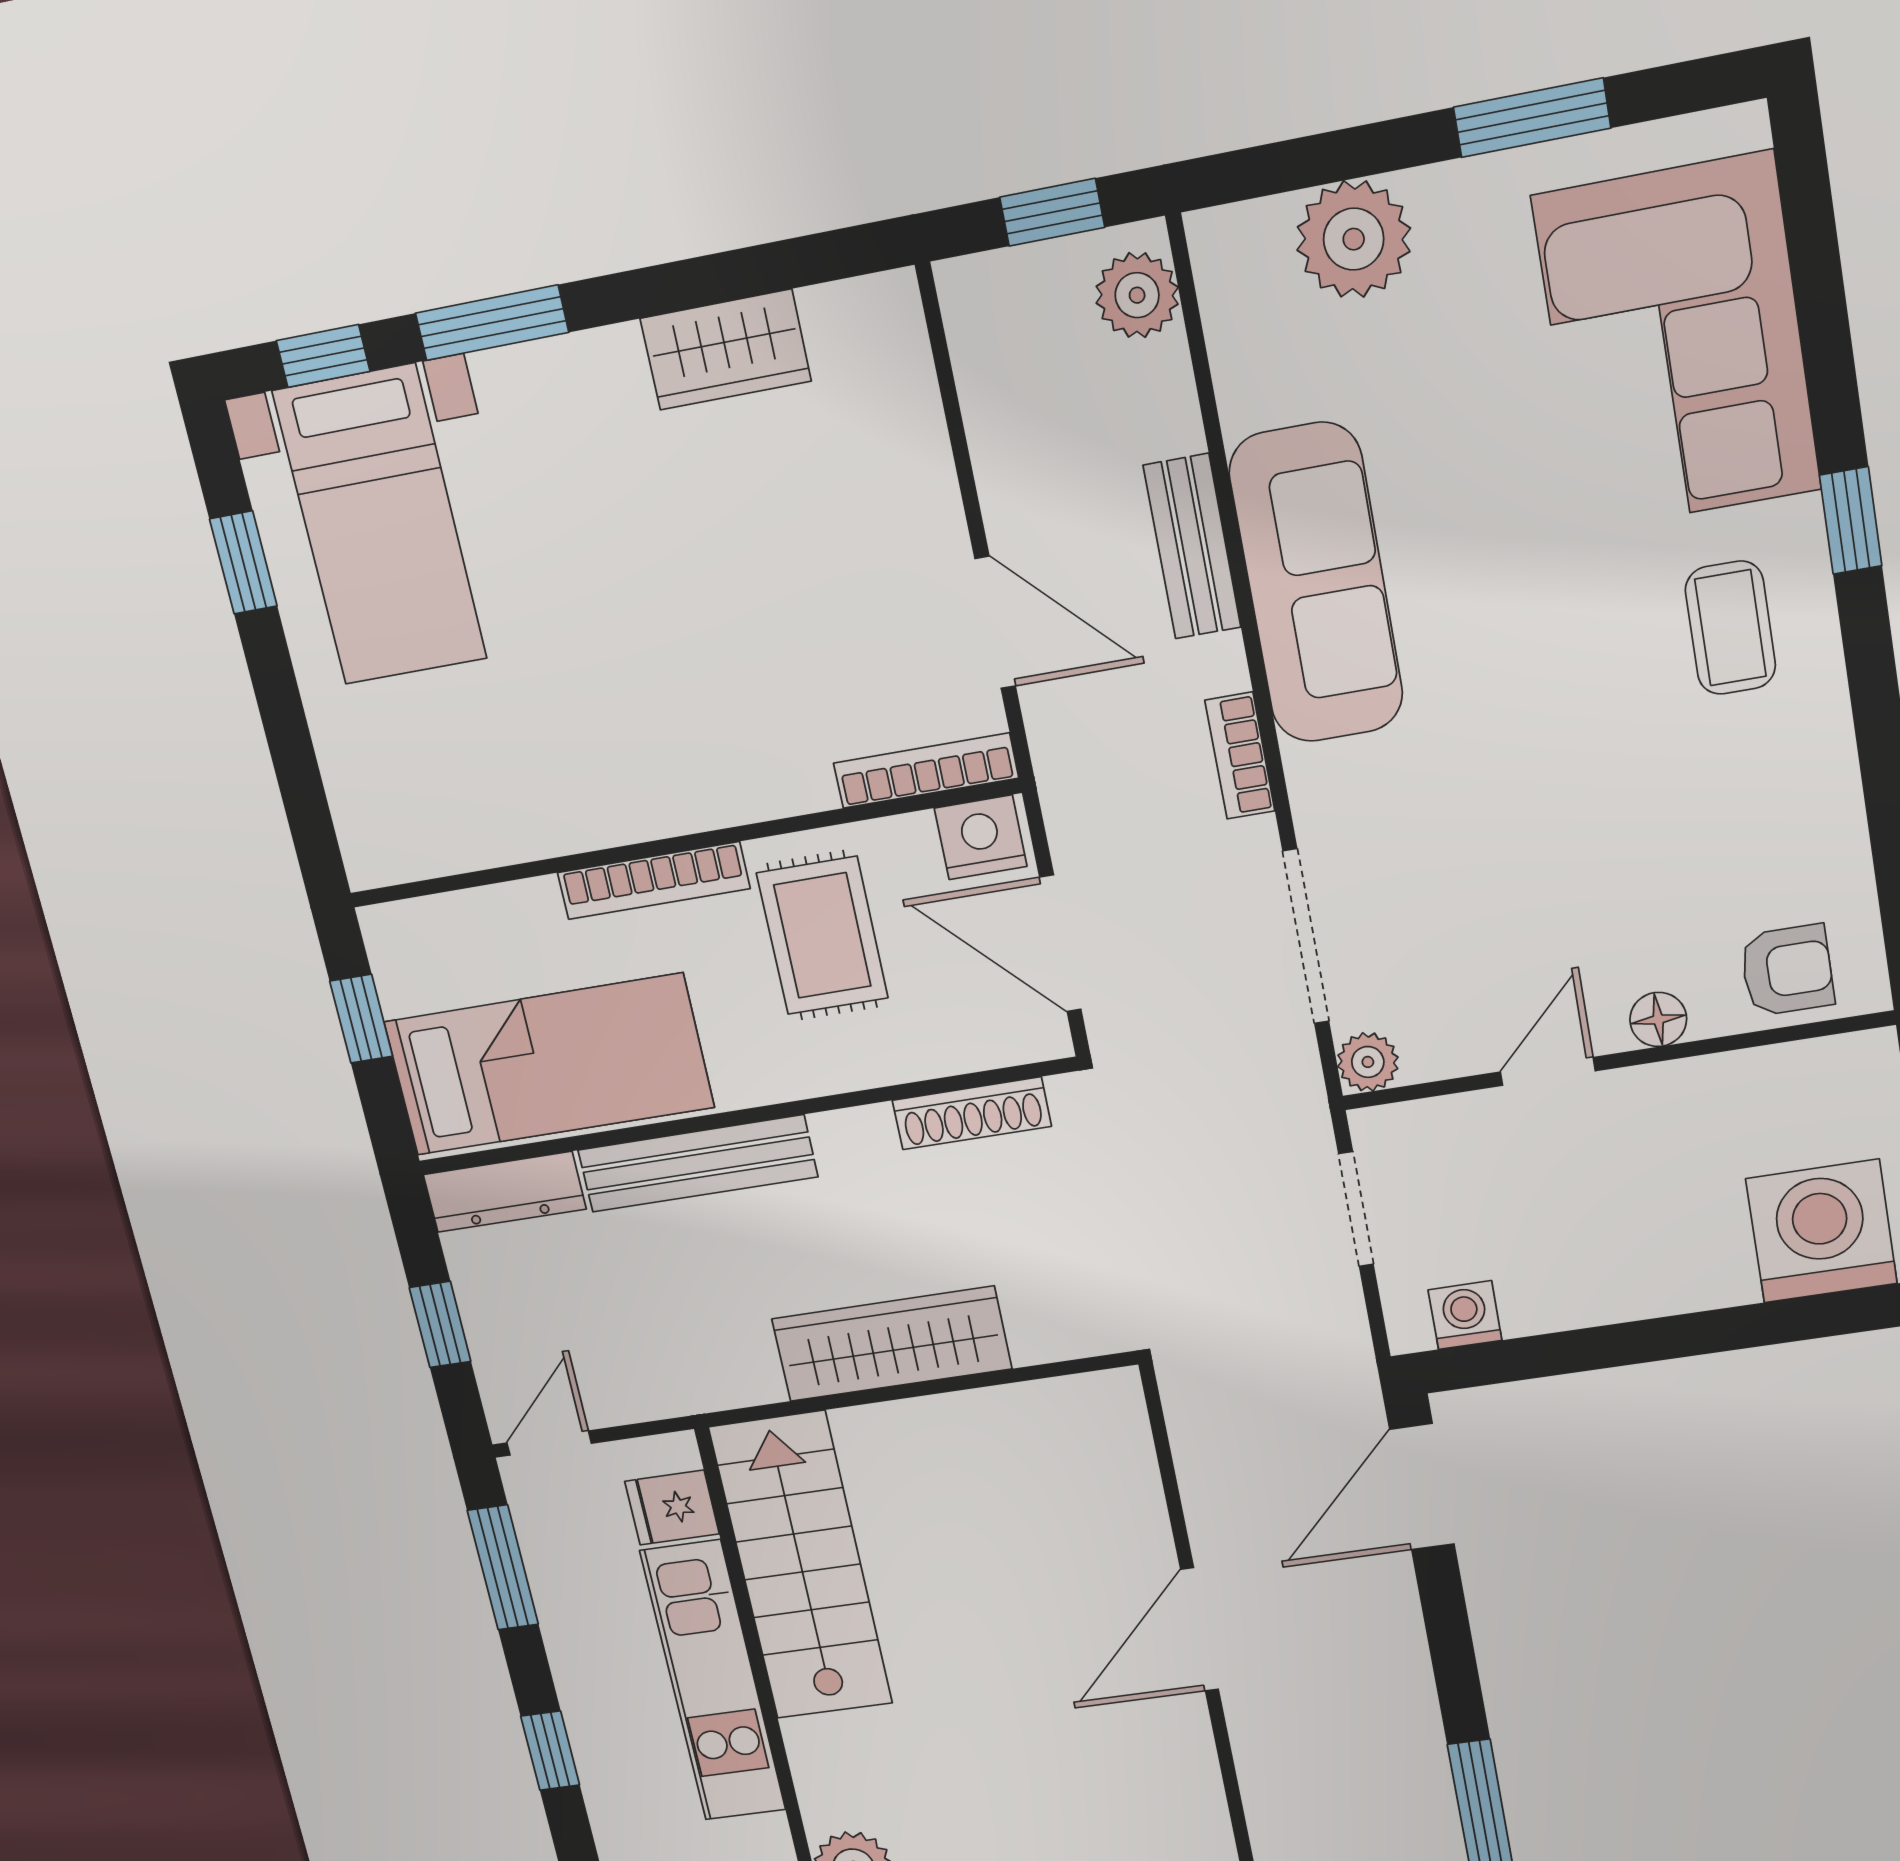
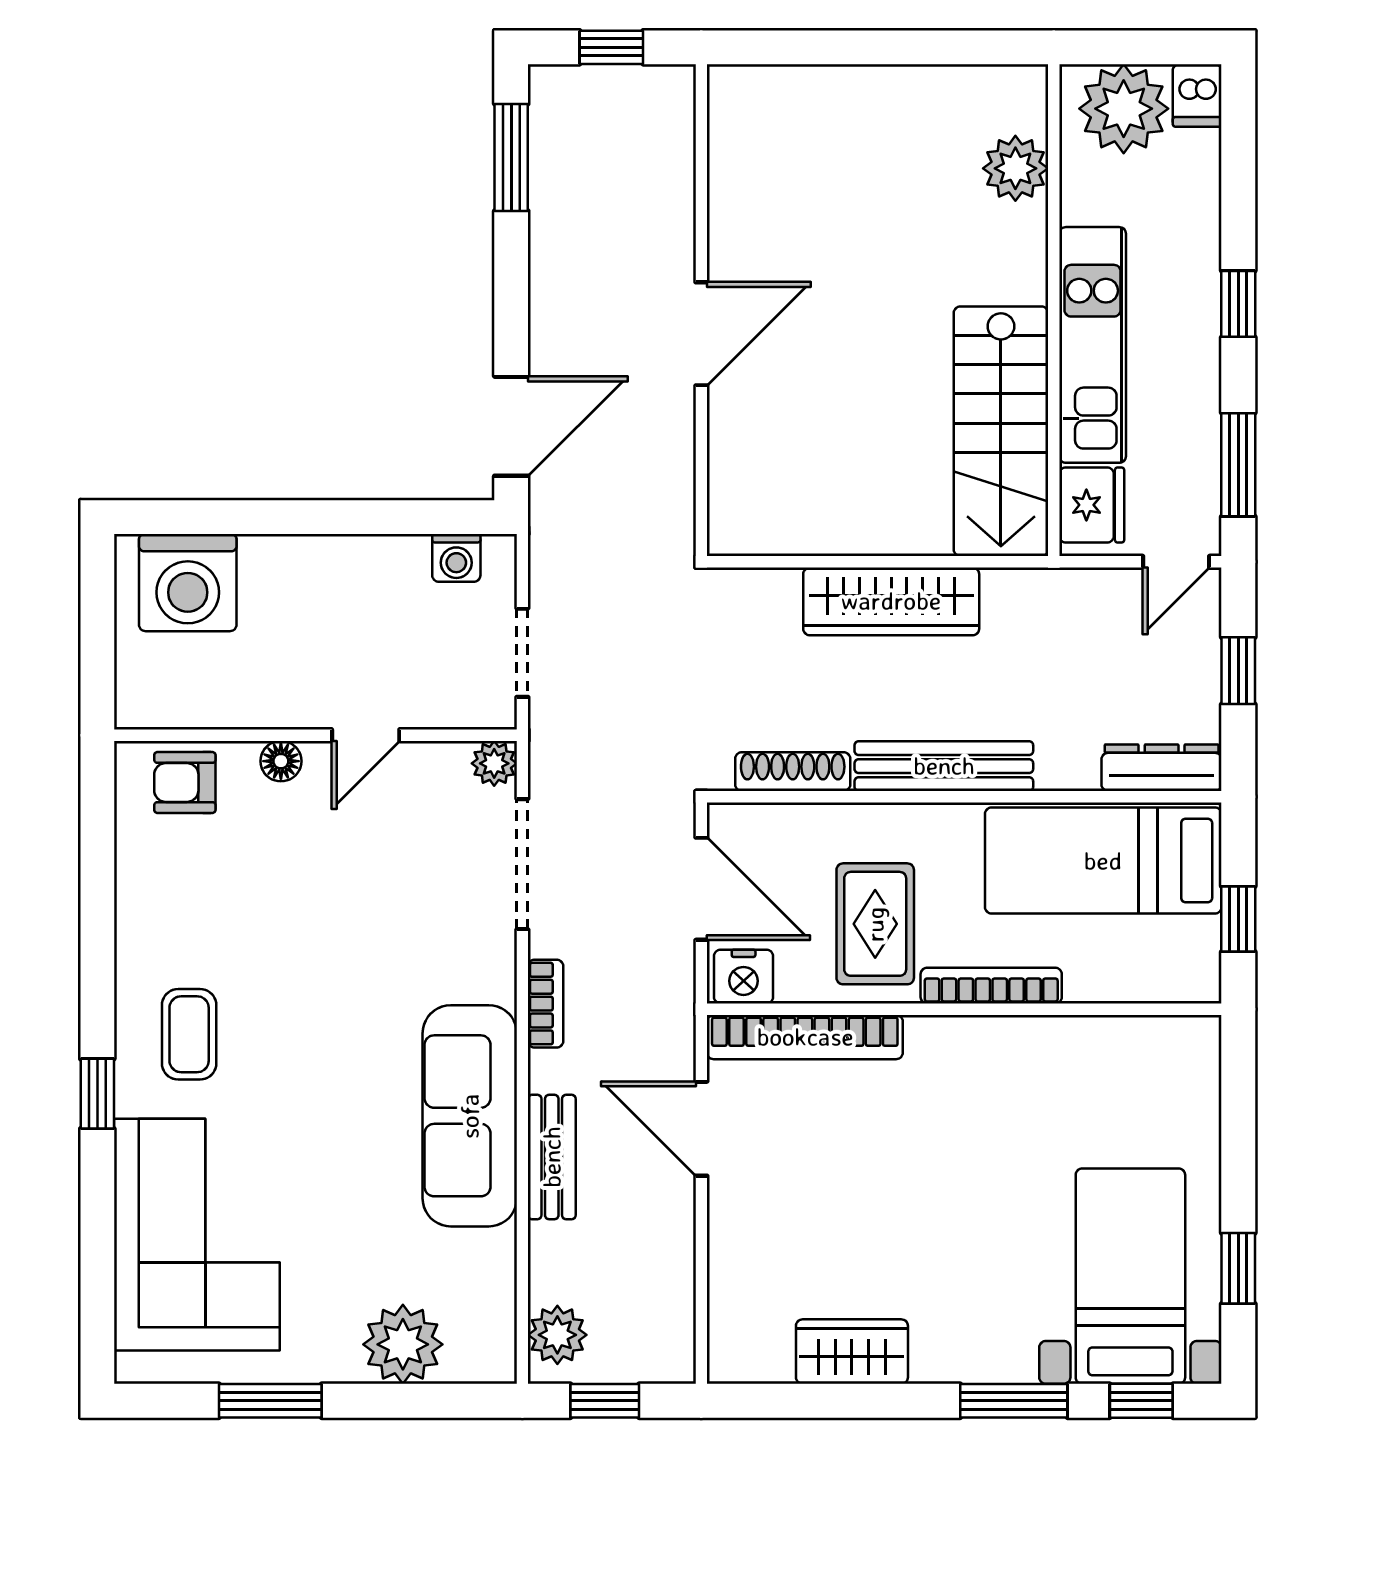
bookcase: (926, 771) -> (805, 1037), width x1.48, depth x1.31
bench: (698, 1164) -> (944, 766), moved
fridge: (672, 1508) -> (1092, 505), width x1.38

